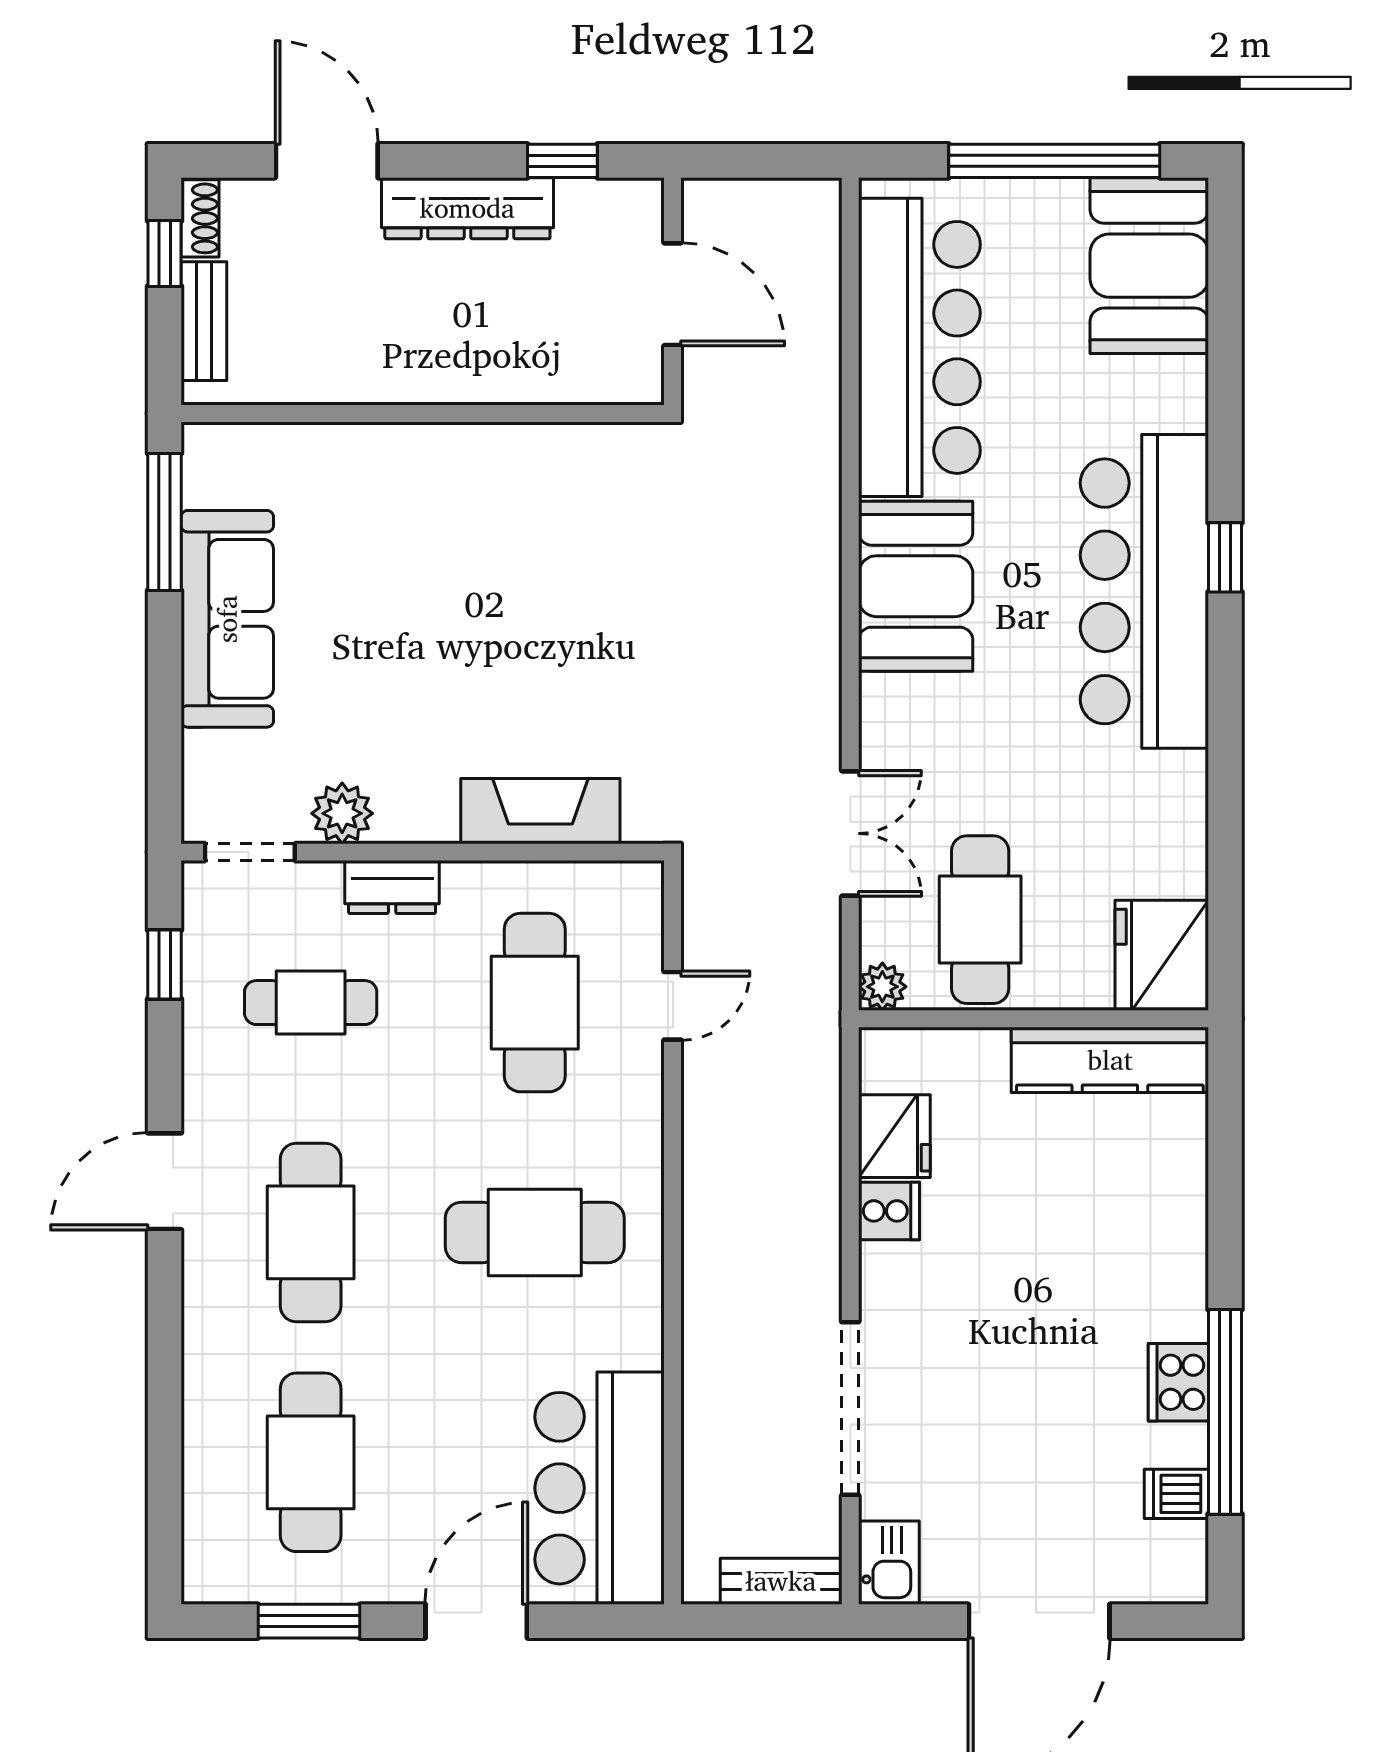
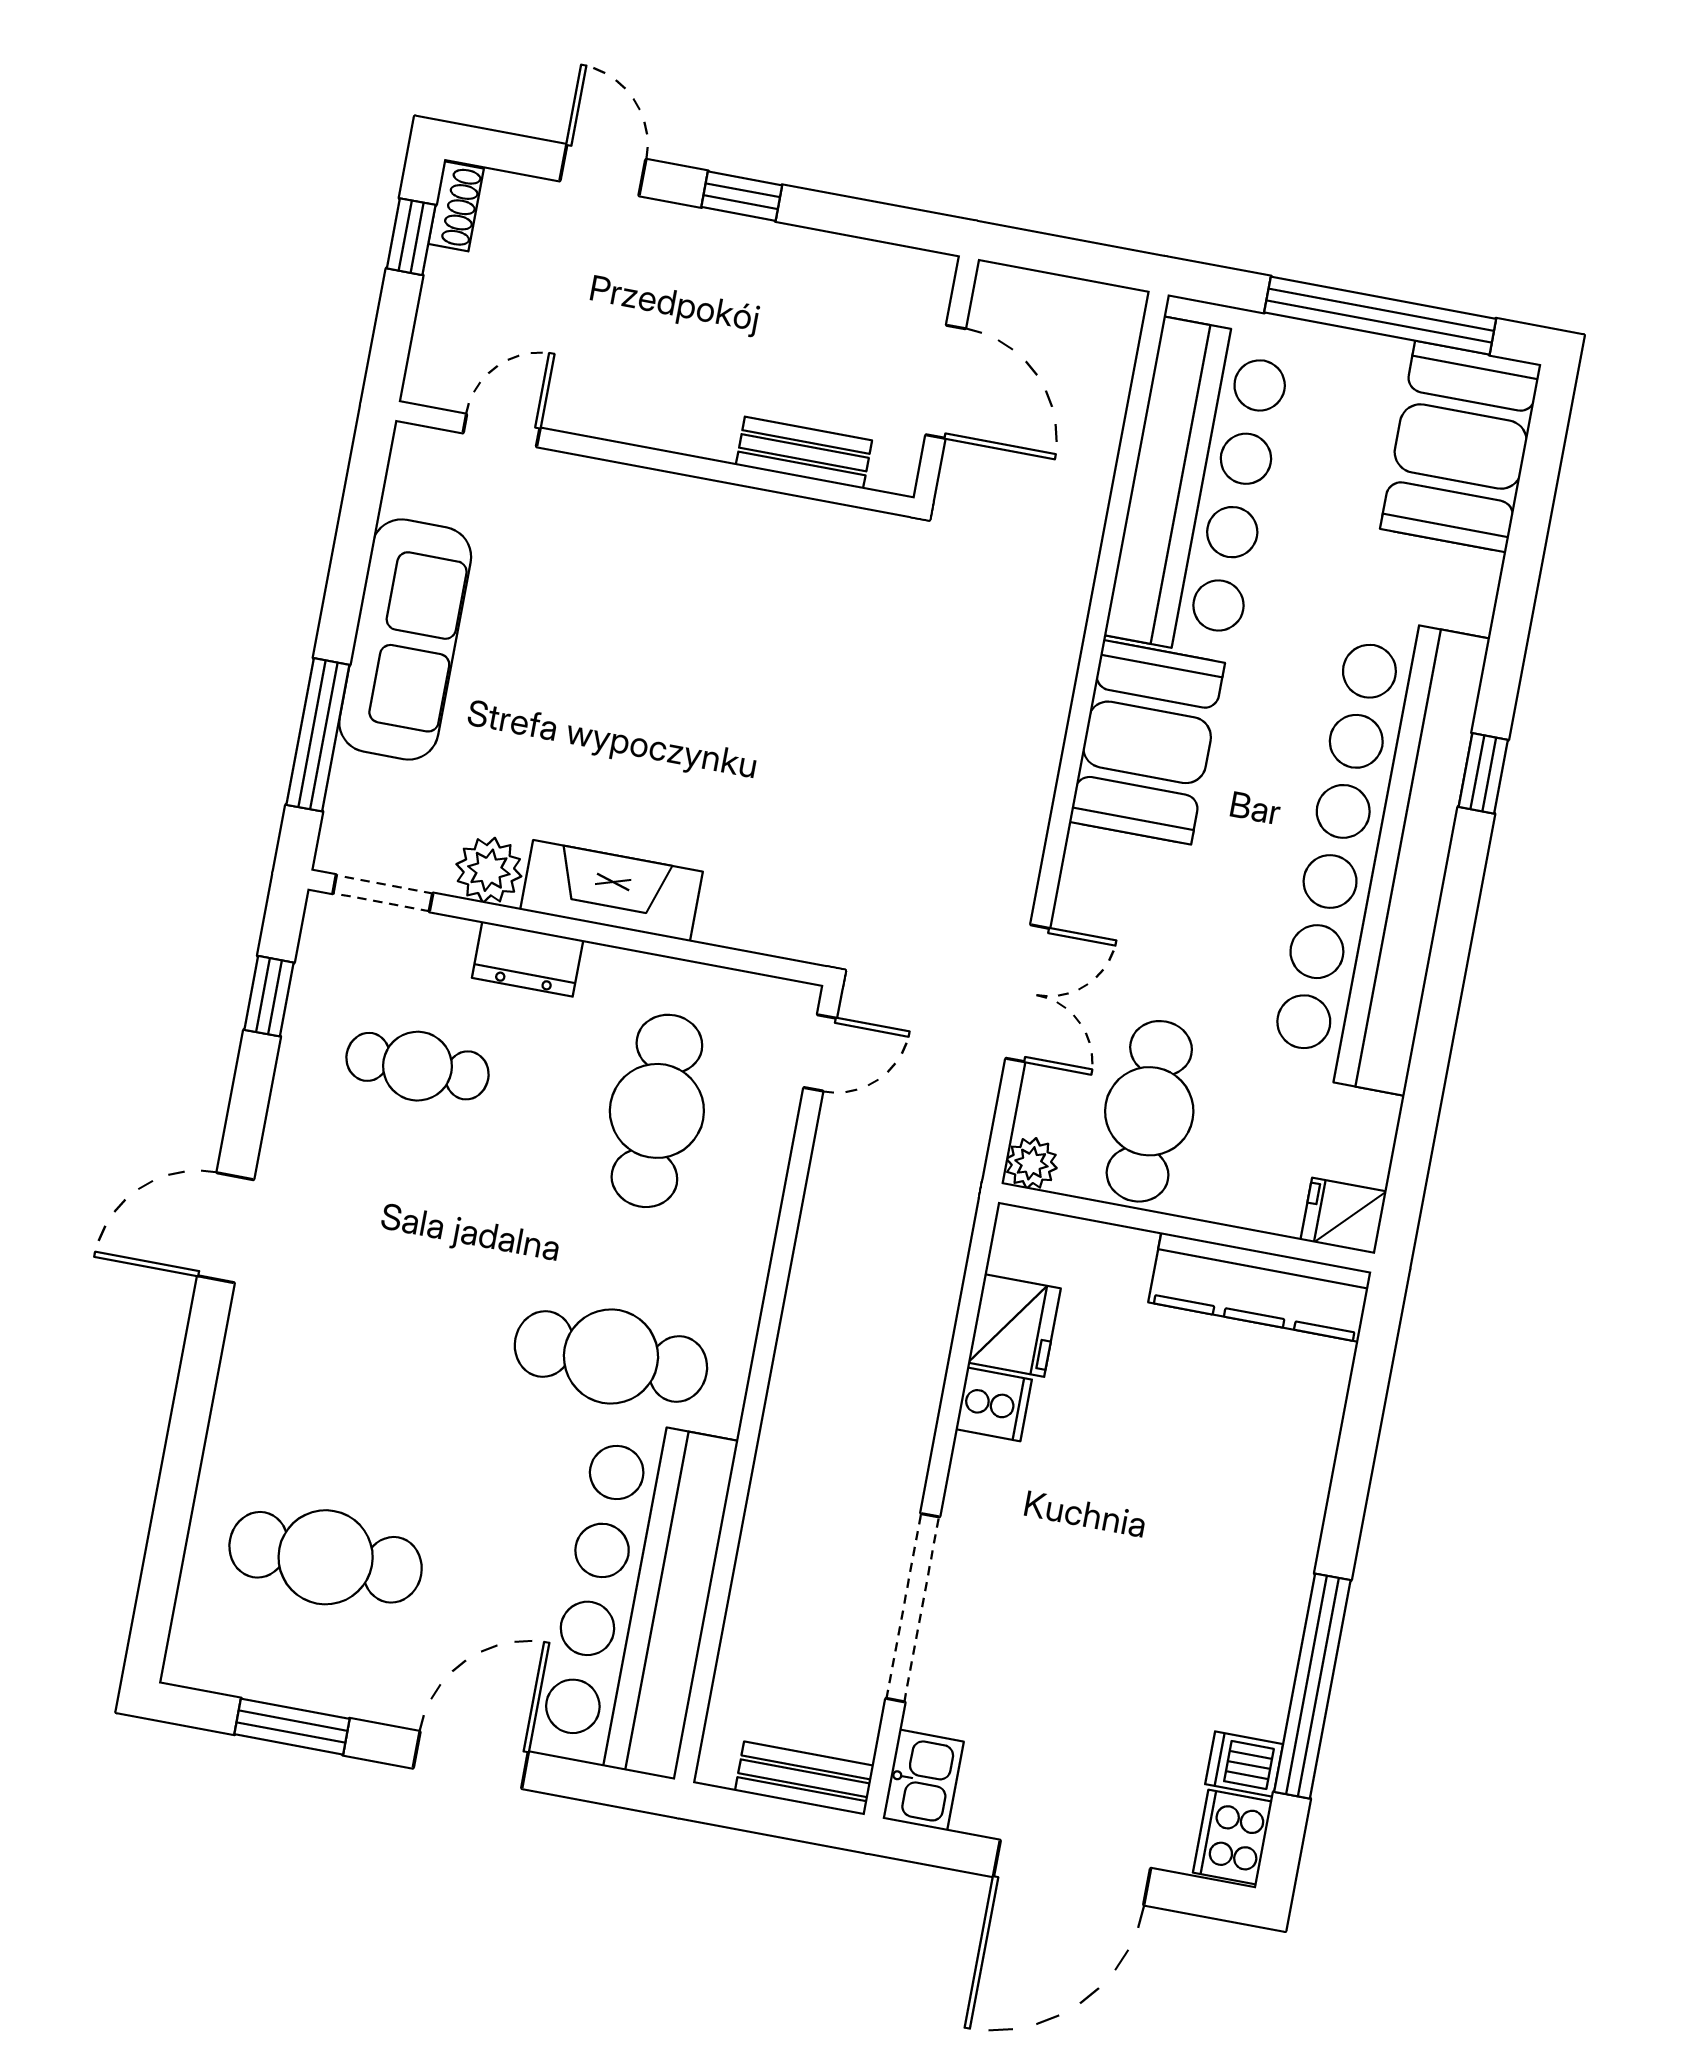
door: (327, 161) -> (603, 170), width x0.73
window: (562, 161) -> (742, 196), moved
dresser: (467, 208) -> (744, 249), removed
bench: (204, 321) -> (804, 453), moved, turned 90
door: (279, 413) -> (502, 431), added
window: (165, 522) -> (318, 735), moved
bar counter: (1144, 591) -> (1379, 854), width x1.36
fireplace: (540, 811) -> (612, 891), moved
fridge: (1162, 955) -> (1344, 1216), width x0.53, depth x0.75
door: (673, 1006) -> (820, 1053), moved
cafe table: (311, 1232) -> (372, 1312), removed
cooker: (1178, 1382) -> (1233, 1837), moved
cafe table: (311, 1462) -> (326, 1557), turned 90
bar counter: (600, 1488) -> (638, 1597), width x1.36

